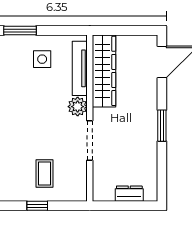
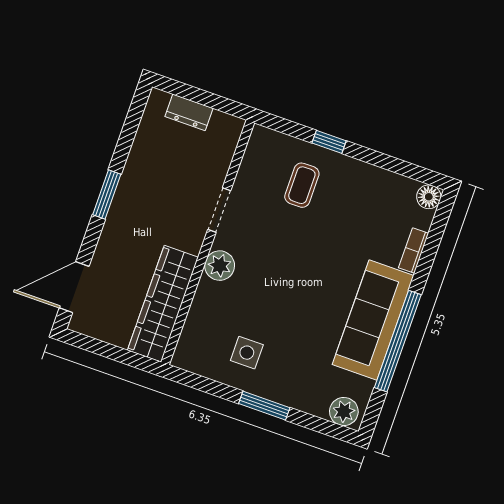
tv unit: (80, 68) -> (197, 320), removed
doorway: (90, 140) -> (219, 210), width x0.73

